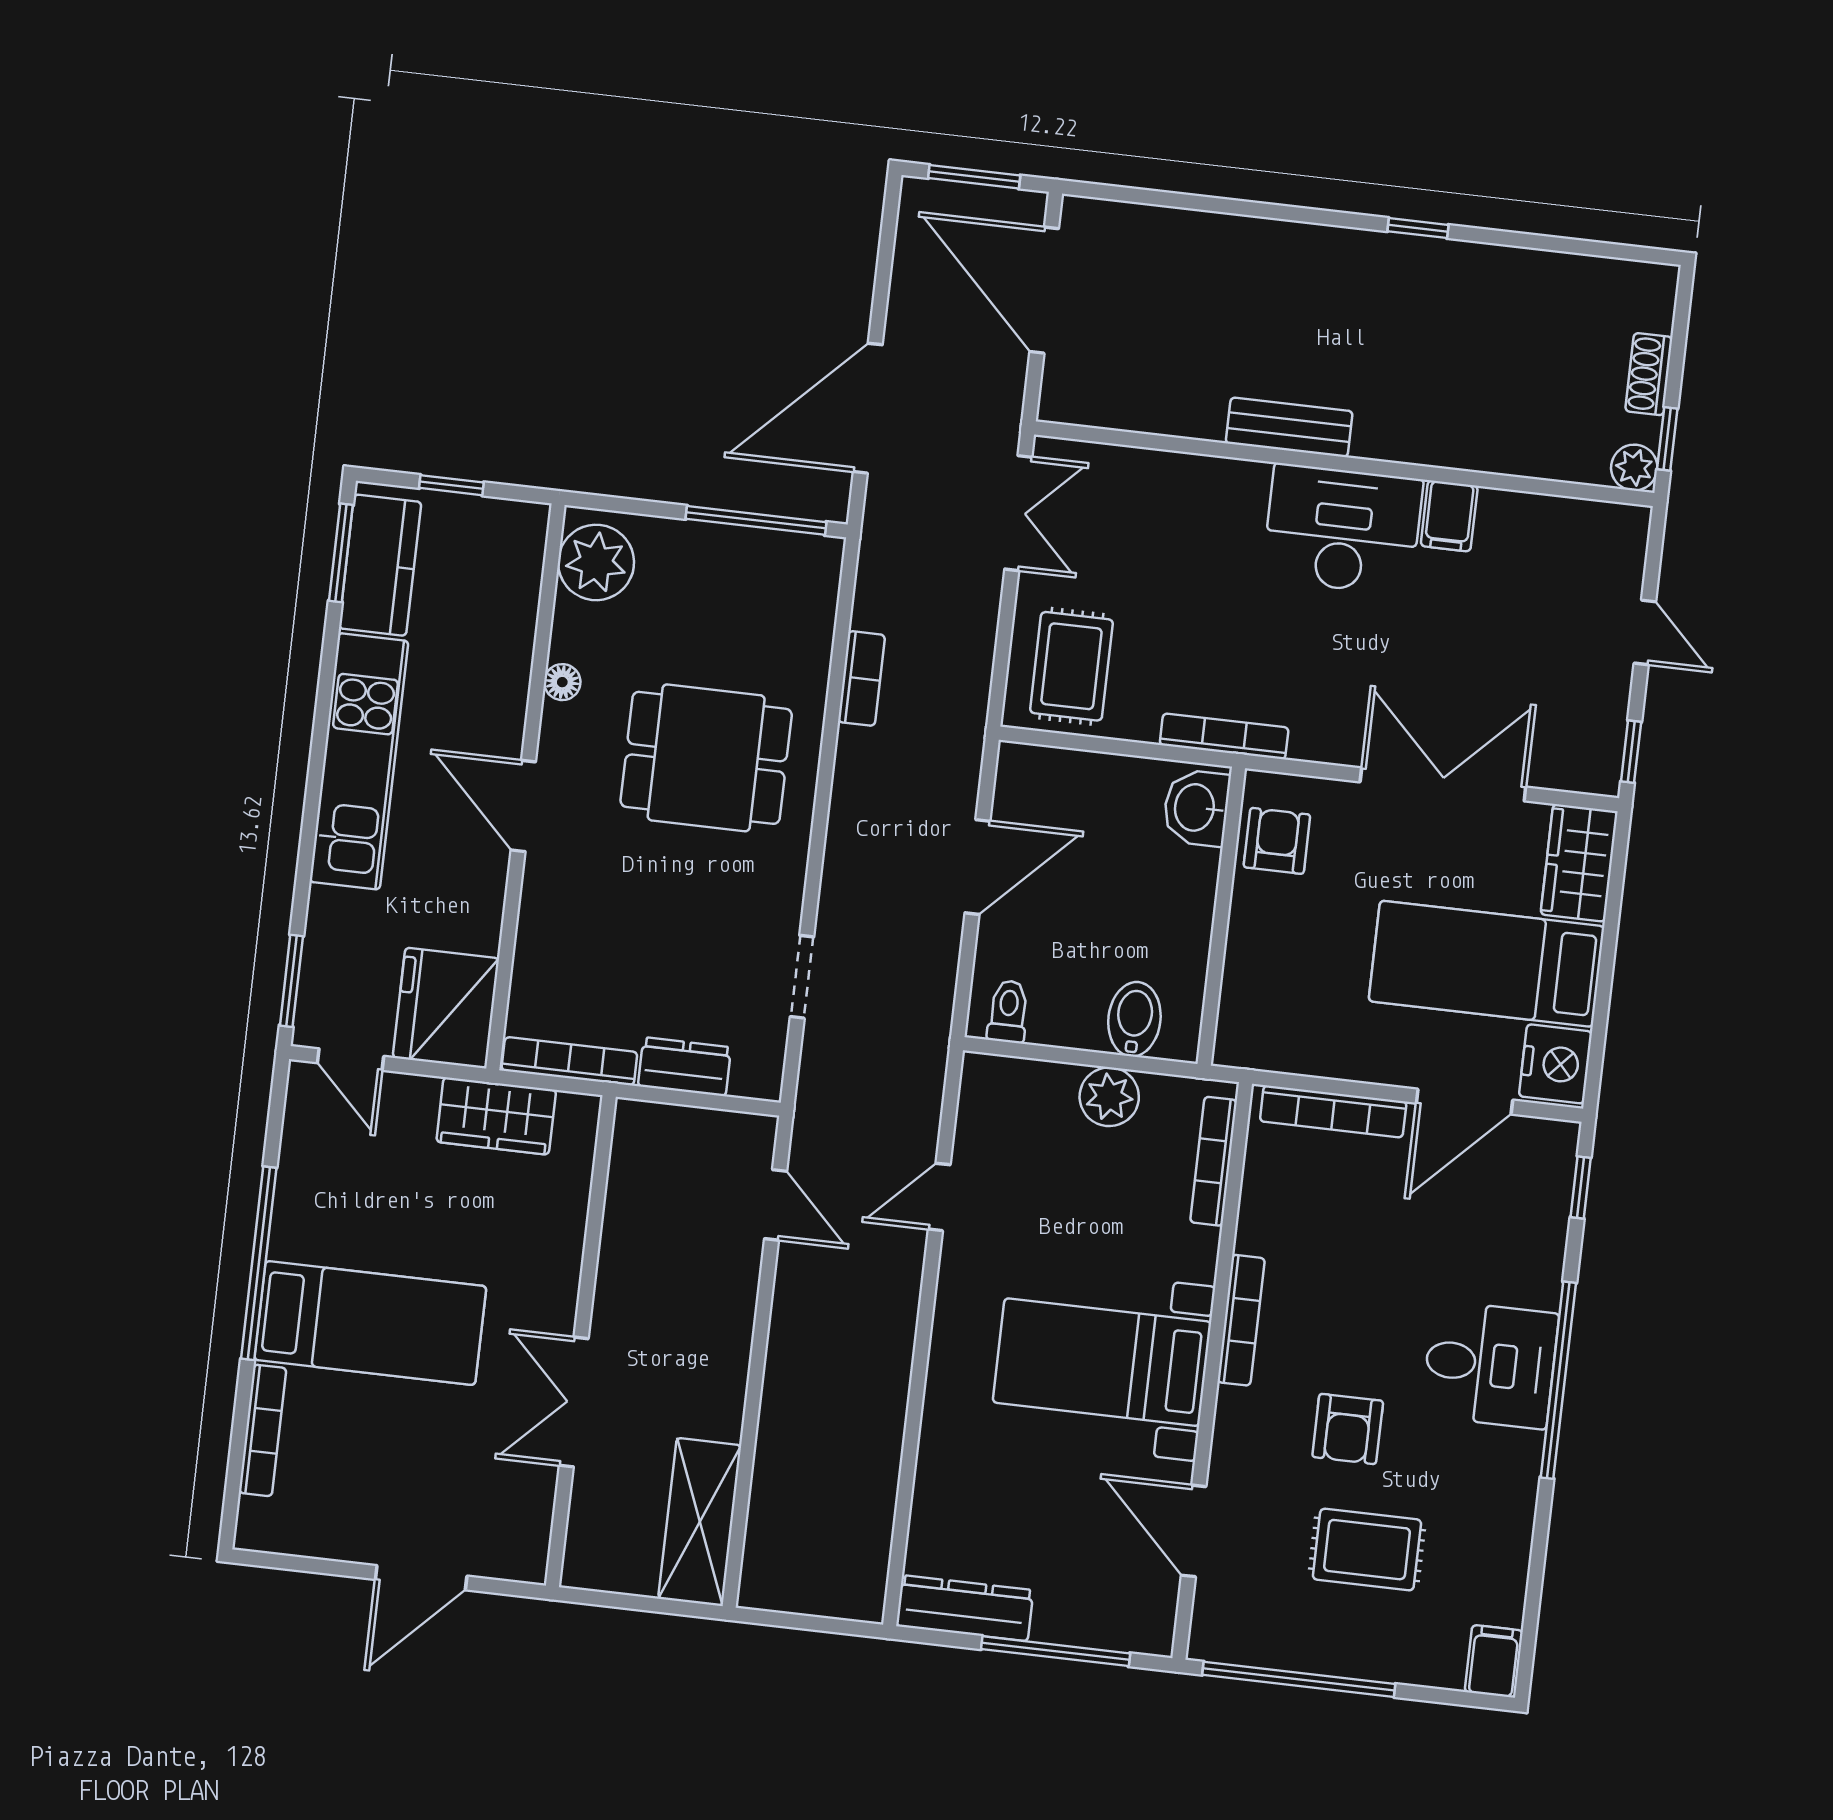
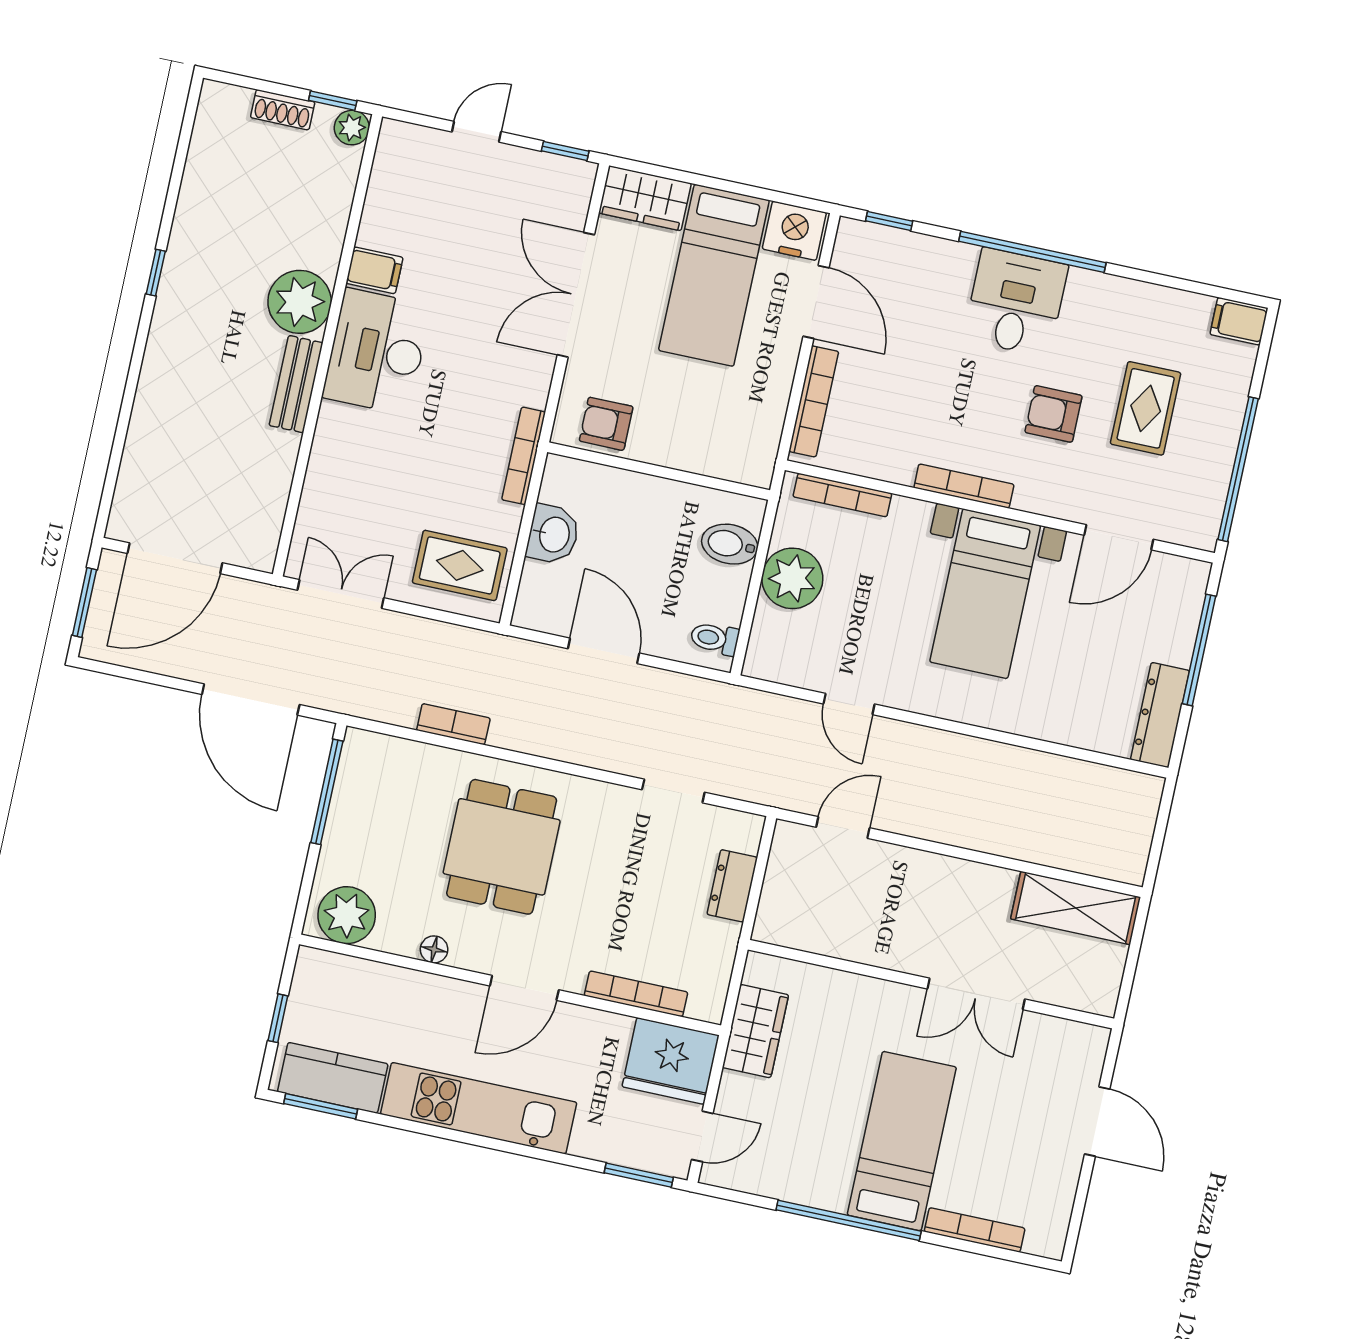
plant: (1398, 421) -> (300, 302), added
washbasin: (1196, 808) -> (553, 534), moved, turned -90
bookcase: (569, 1061) -> (636, 994), moved, turned 90
plant: (1109, 1097) -> (792, 578), width x1.36, depth x1.36
armchair: (1348, 1429) -> (1053, 414), turned 180

